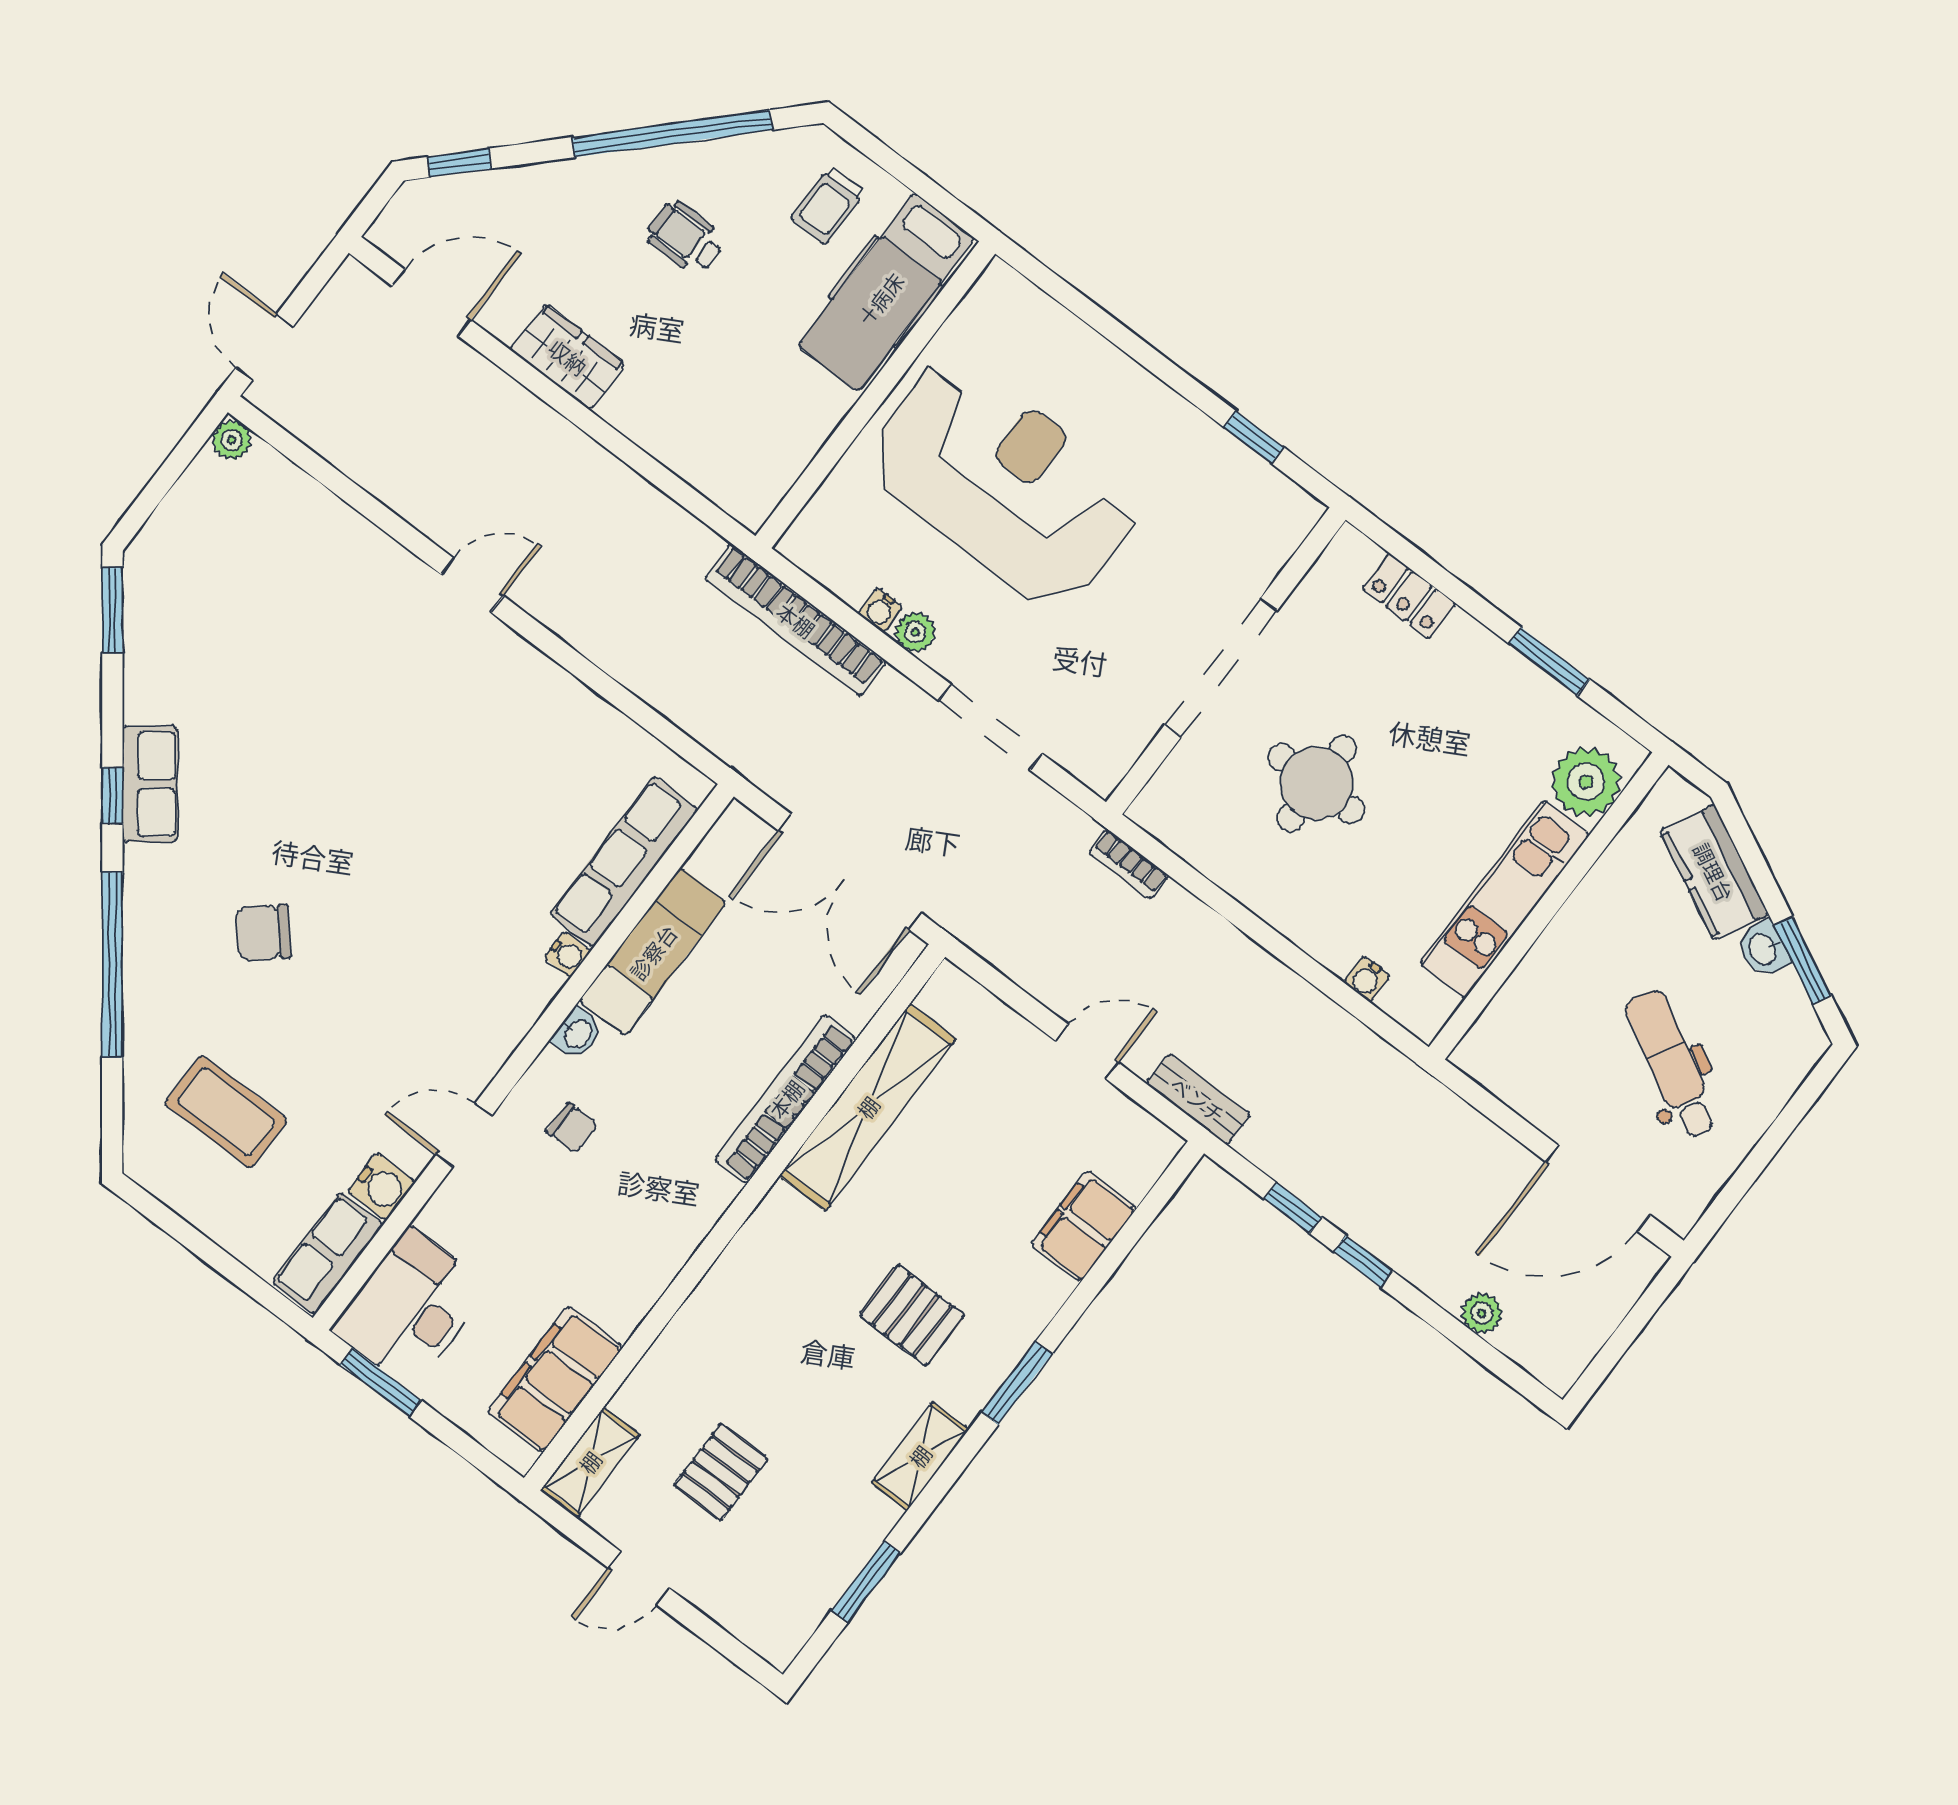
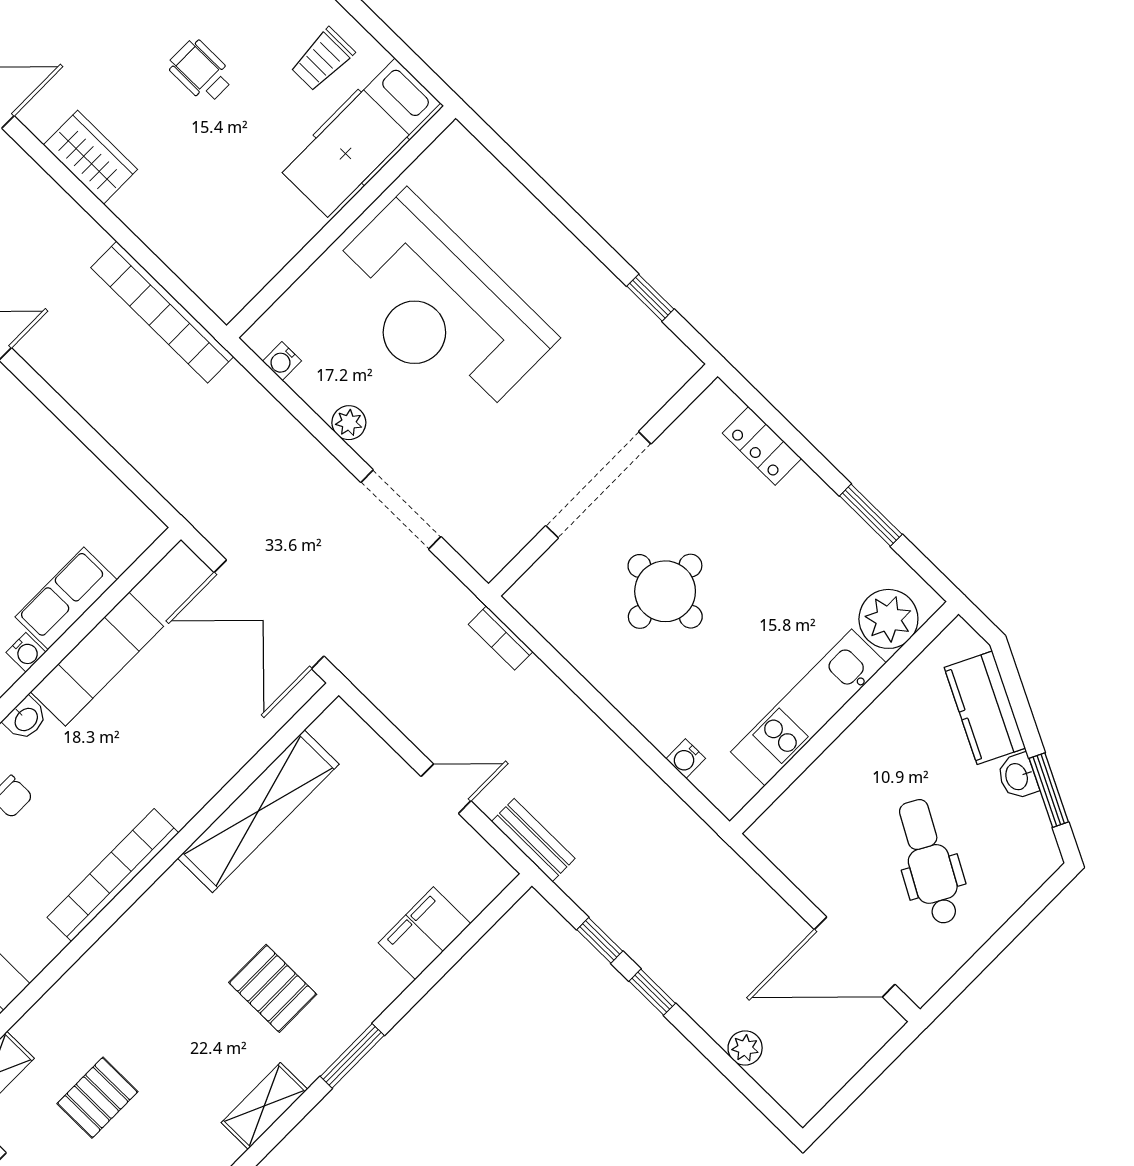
reception desk: (1004, 482) -> (438, 308), turned 180
water cooler: (880, 610) -> (282, 361), moved
bookcase: (796, 620) -> (162, 312), moved
row of seats: (624, 862) -> (66, 598), width x0.68
bookcase: (786, 1099) -> (113, 875), moved

